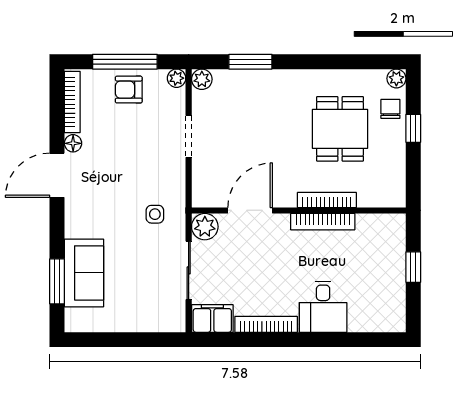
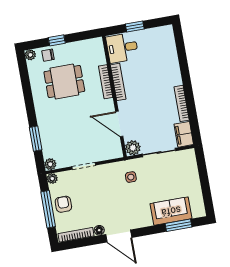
armchair: (129, 90) -> (63, 204), turned 180
desk: (323, 307) -> (122, 48), moved, turned 180

